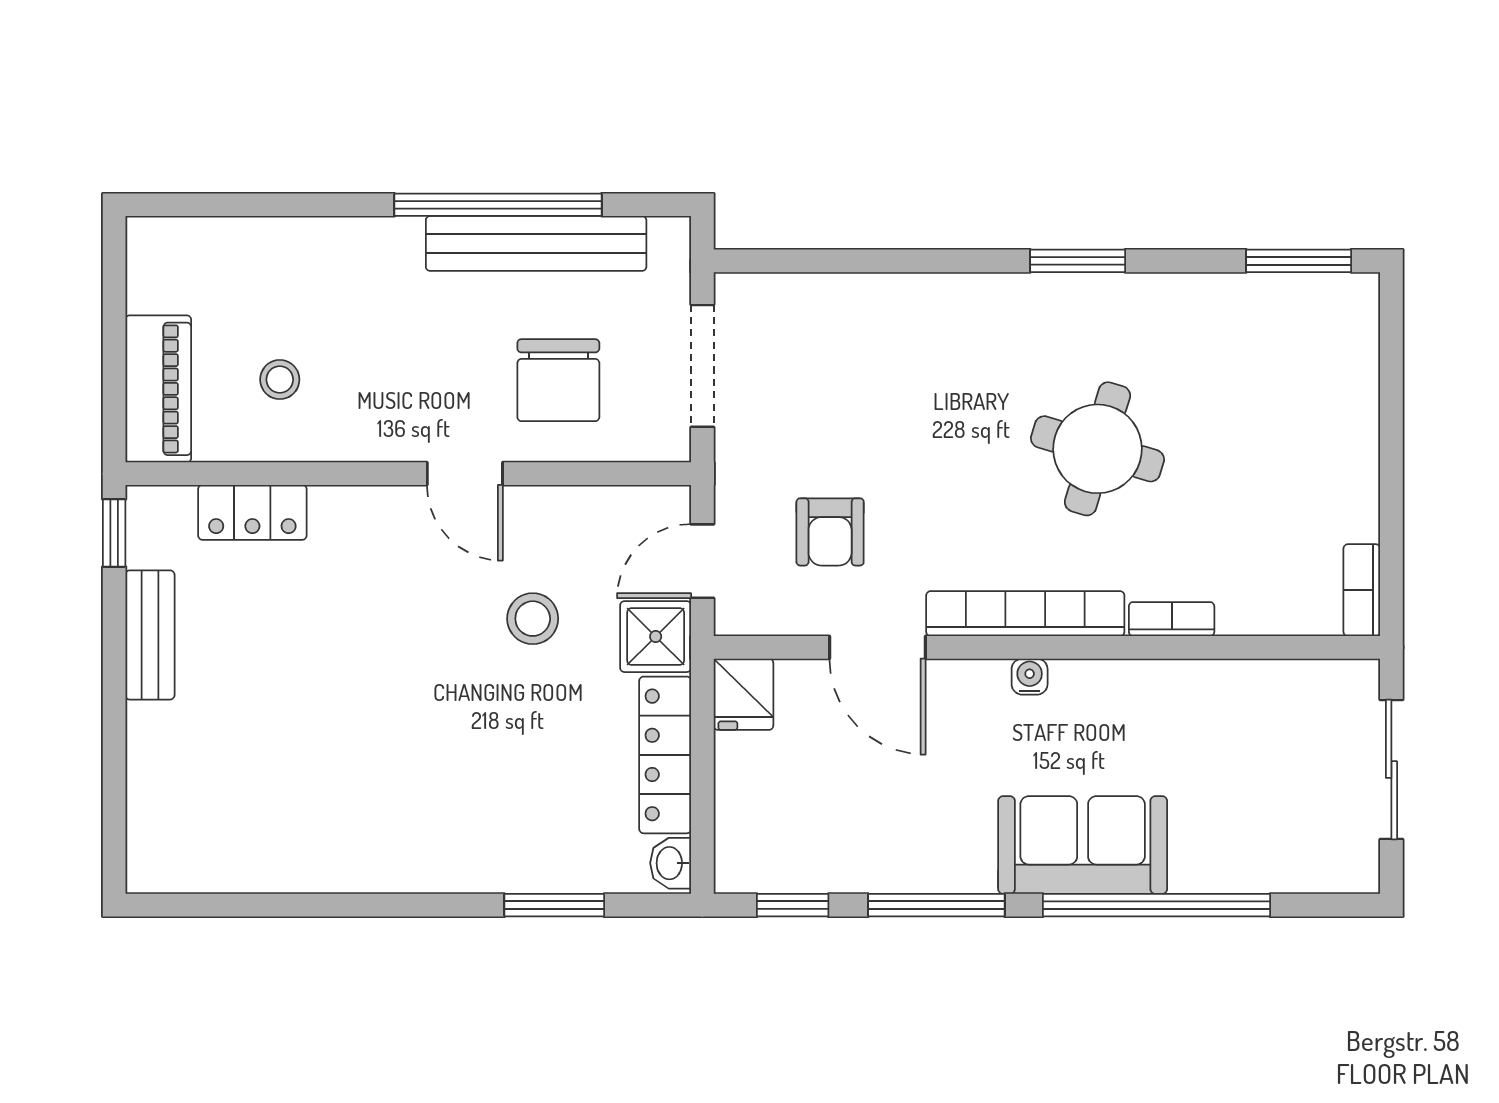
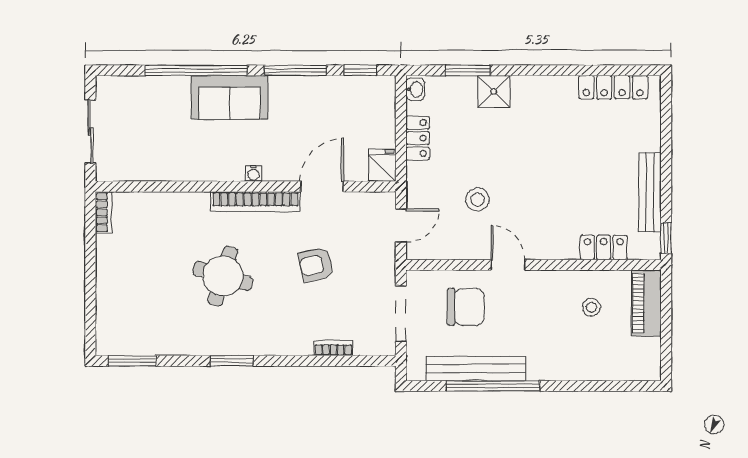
chair: (558, 380) -> (466, 307), turned 90
armchair: (830, 532) -> (316, 265), moved, turned -103
bookcase: (1172, 619) -> (333, 348), moved, turned 180
bench: (150, 635) -> (650, 192), width x1.36
shower: (656, 637) -> (494, 91), moved
door: (878, 647) -> (322, 187), hinge flipped
locker: (665, 755) -> (418, 138), width x0.66
locker: (231, 868) -> (613, 87), added

